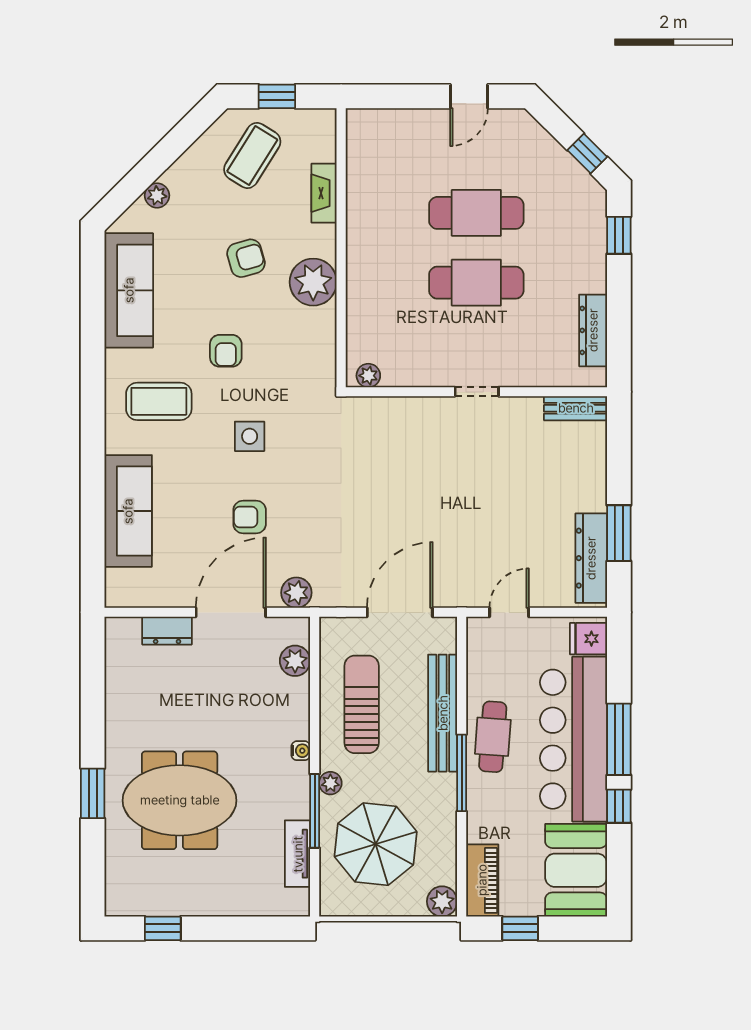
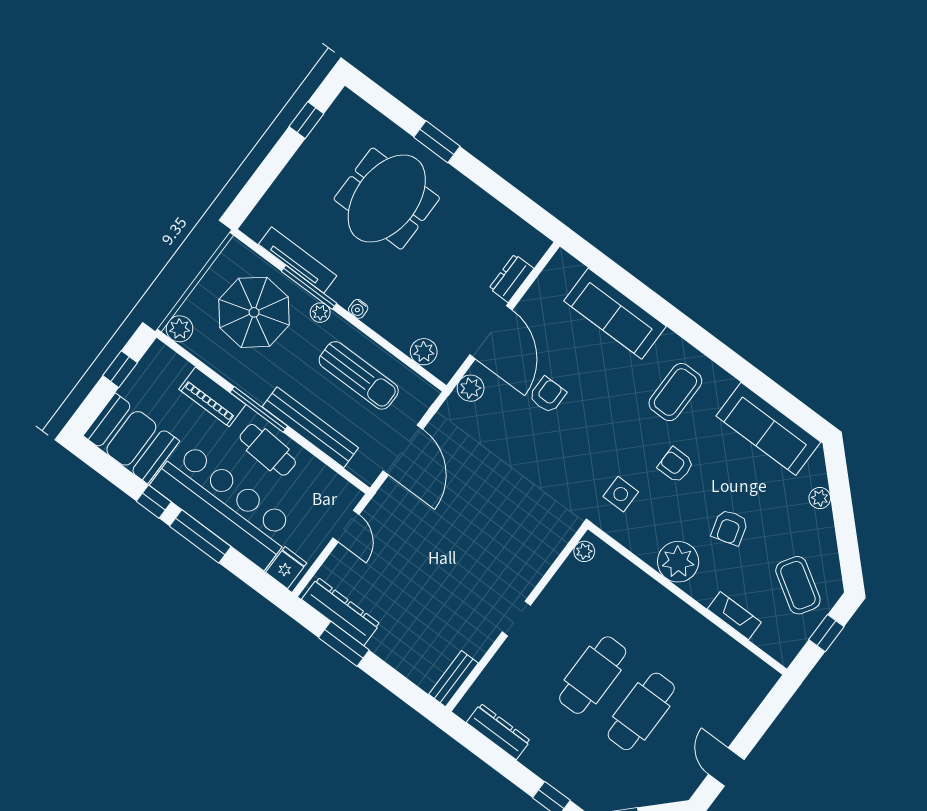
side table: (250, 436) -> (621, 494), moved
tv unit: (298, 854) -> (298, 260), width x1.41
piano: (482, 880) -> (212, 397), moved

